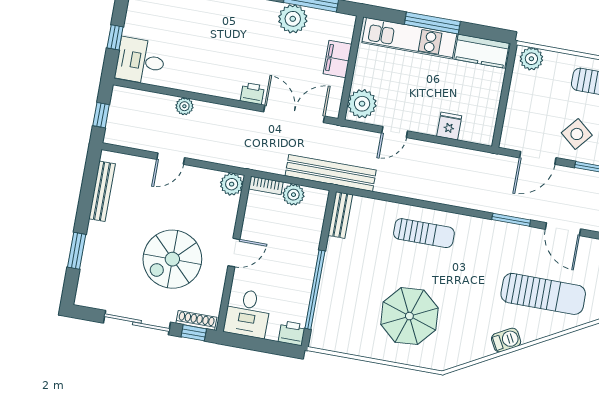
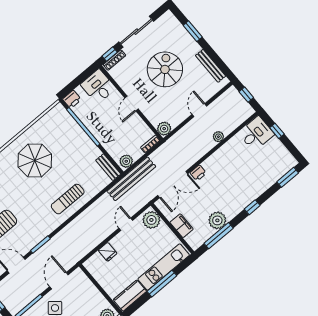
plant: (293, 195) -> (126, 161), moved
spiral stairs: (172, 259) -> (165, 69), moved

